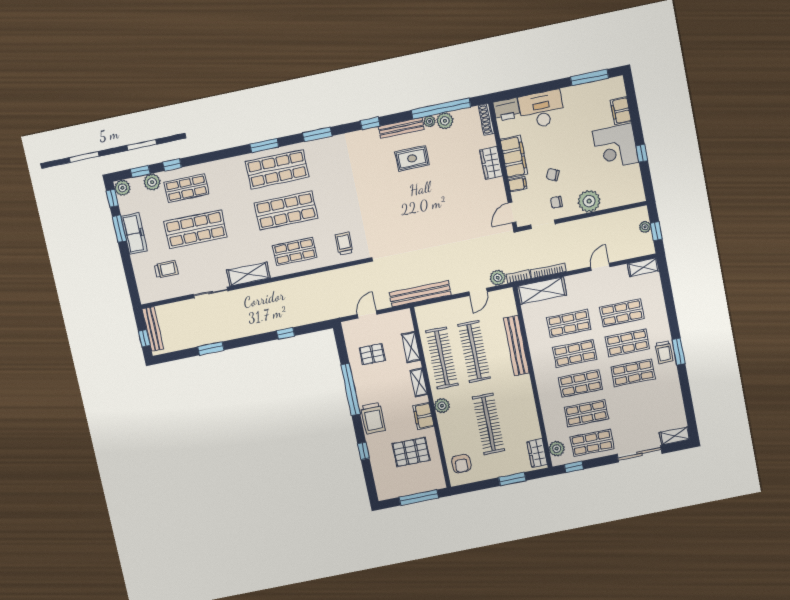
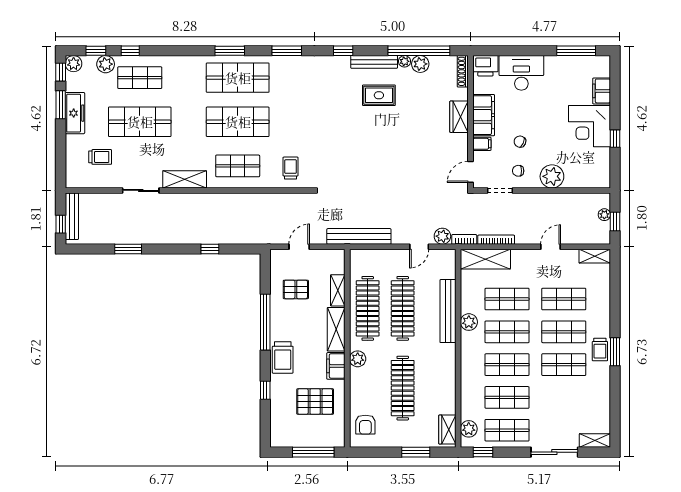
plant: (538, 352) -> (469, 322), added
shelving: (419, 383) -> (336, 329), width x1.50, depth x1.33

